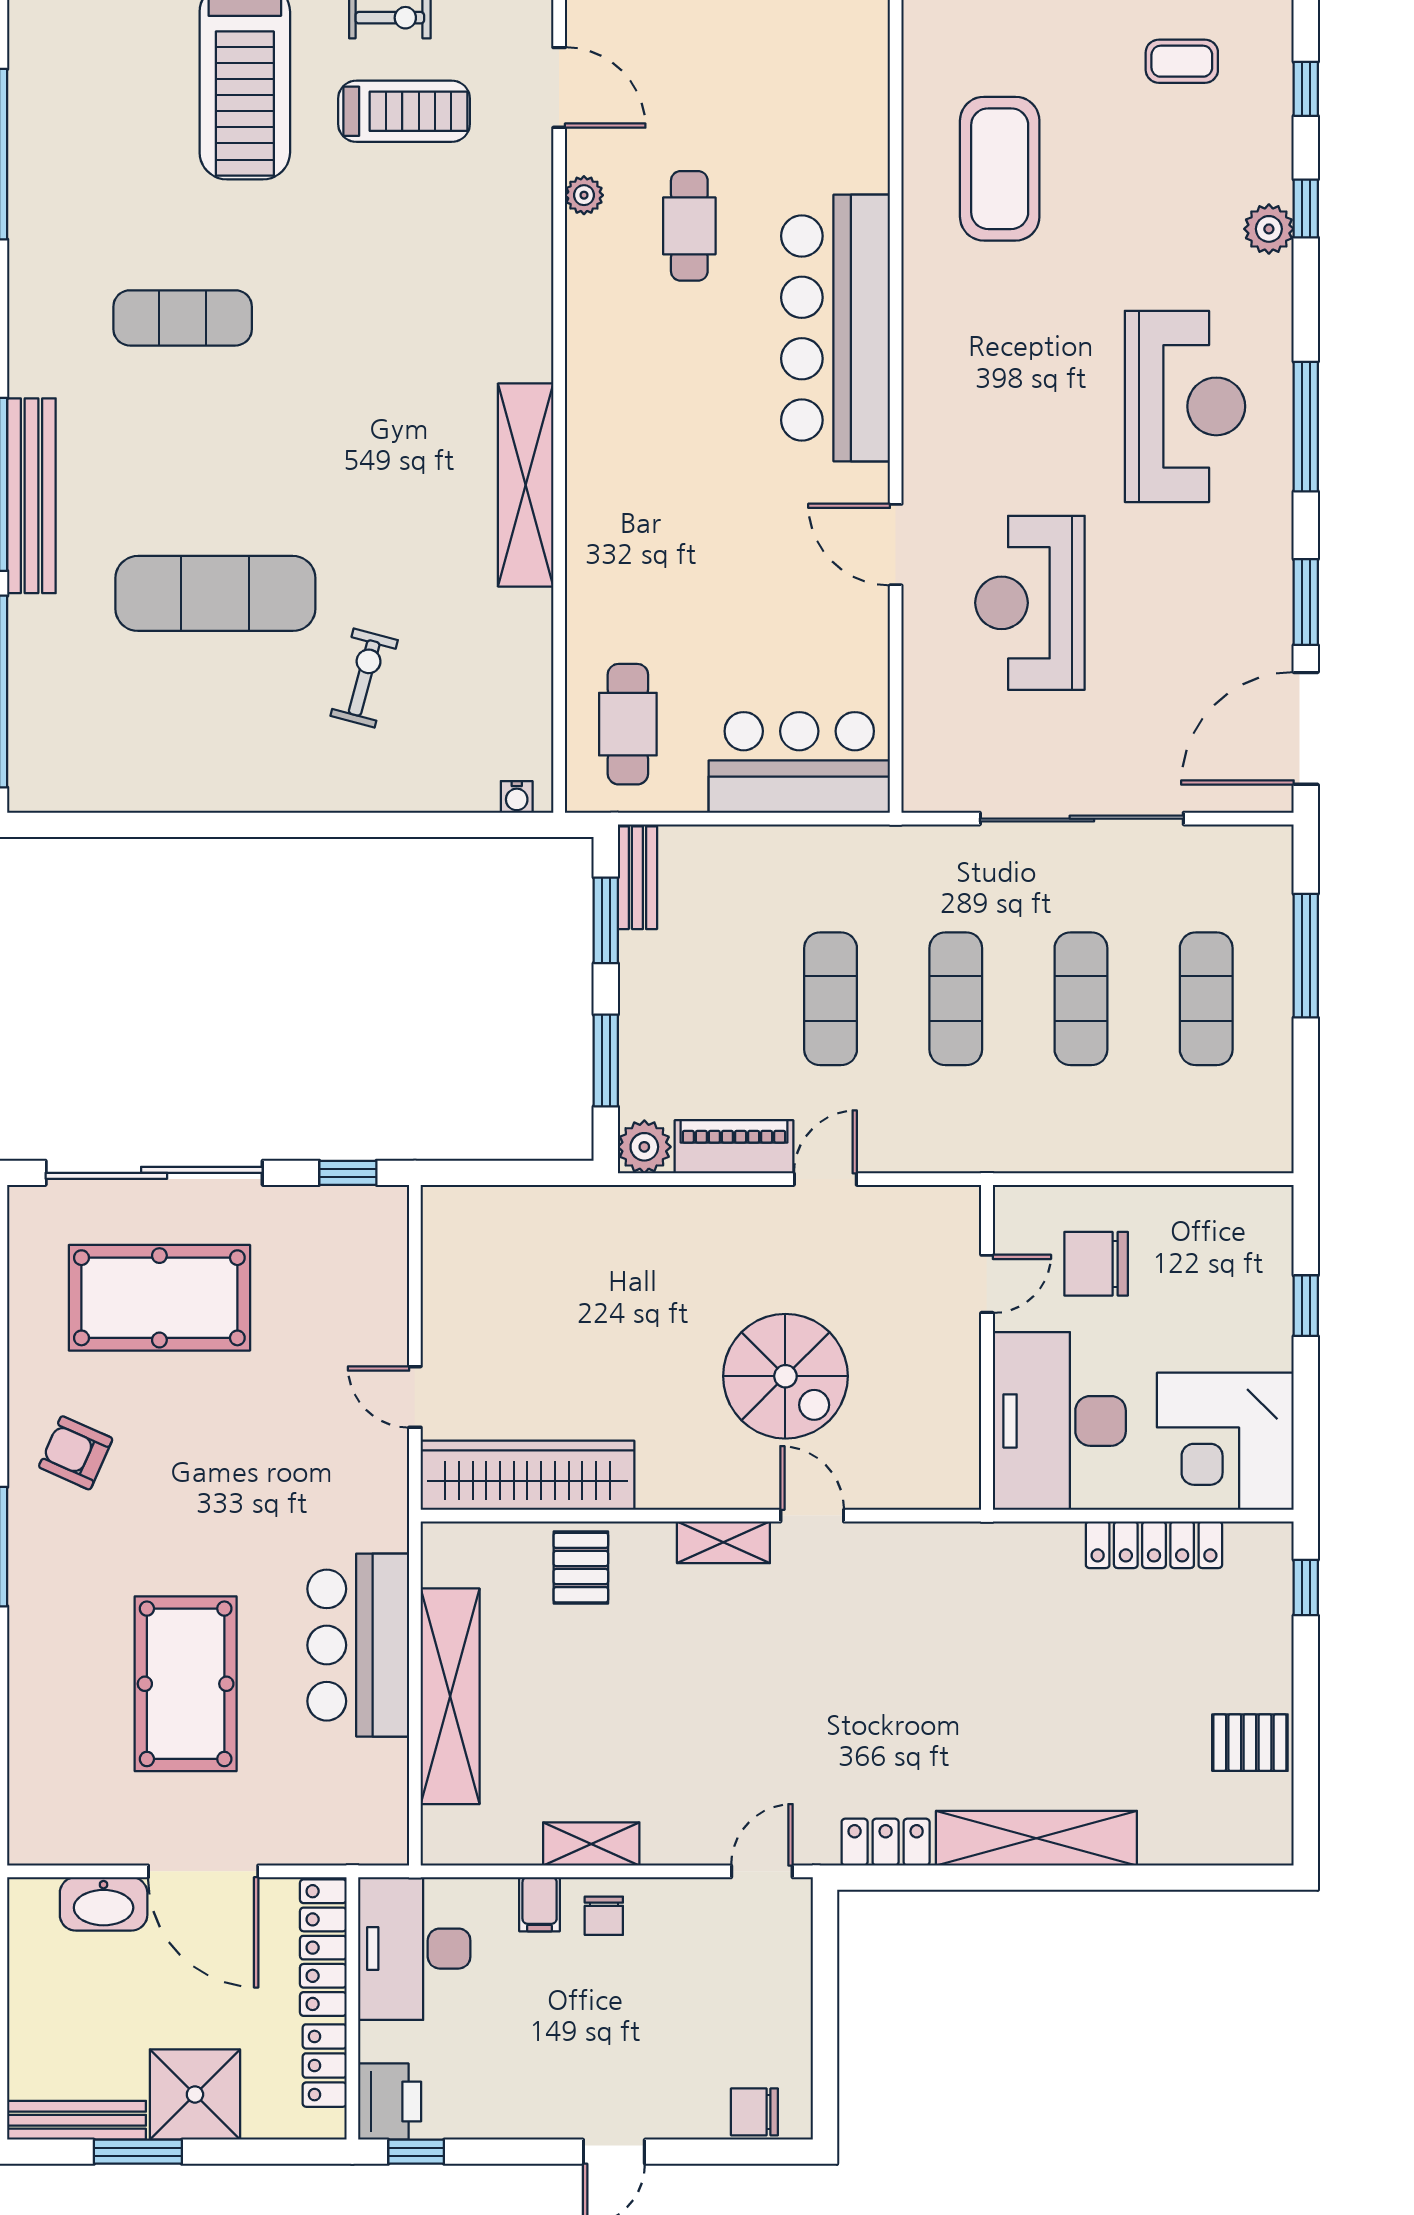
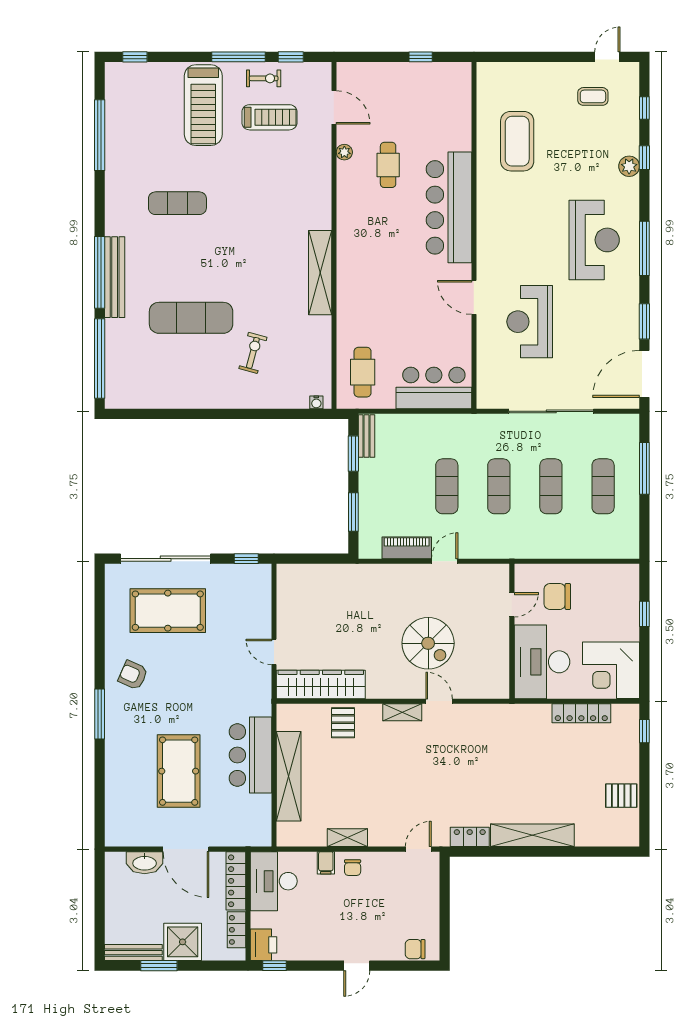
plant: (644, 1147) -> (369, 548), removed

